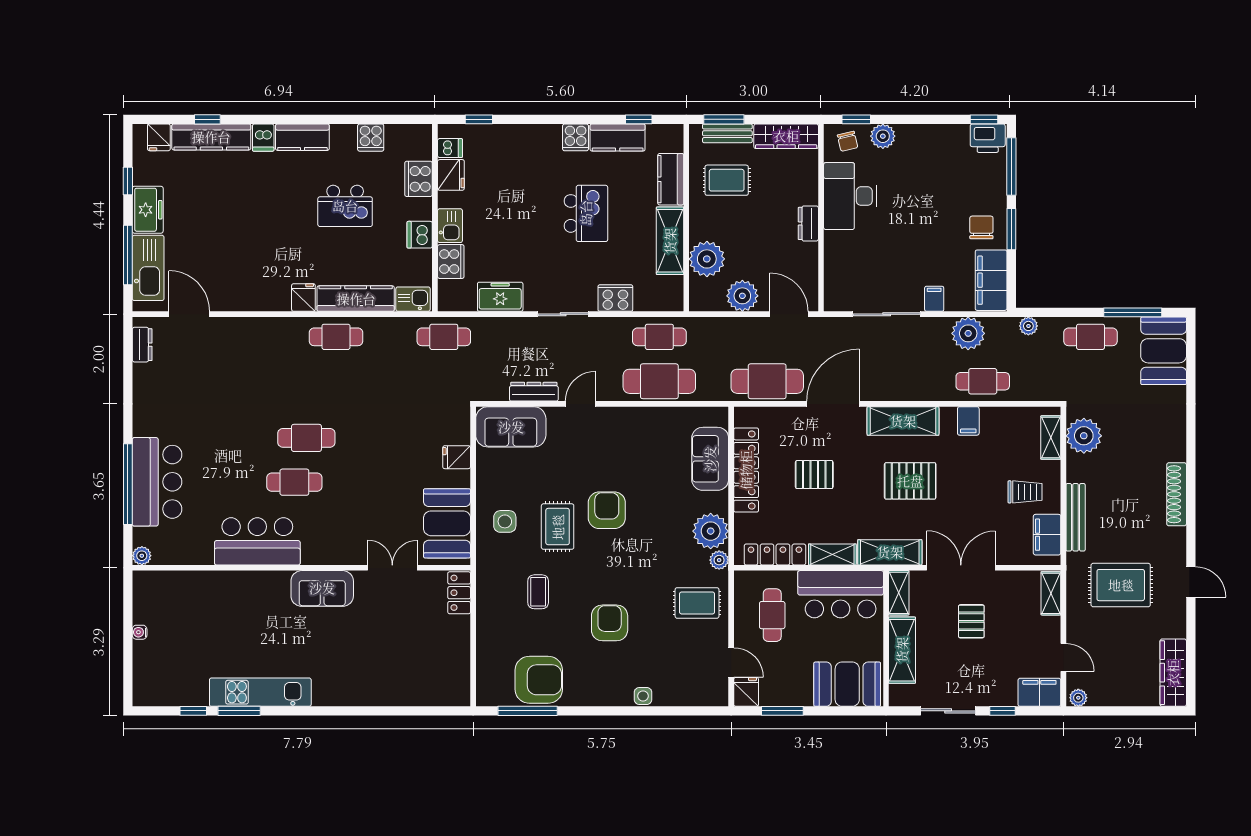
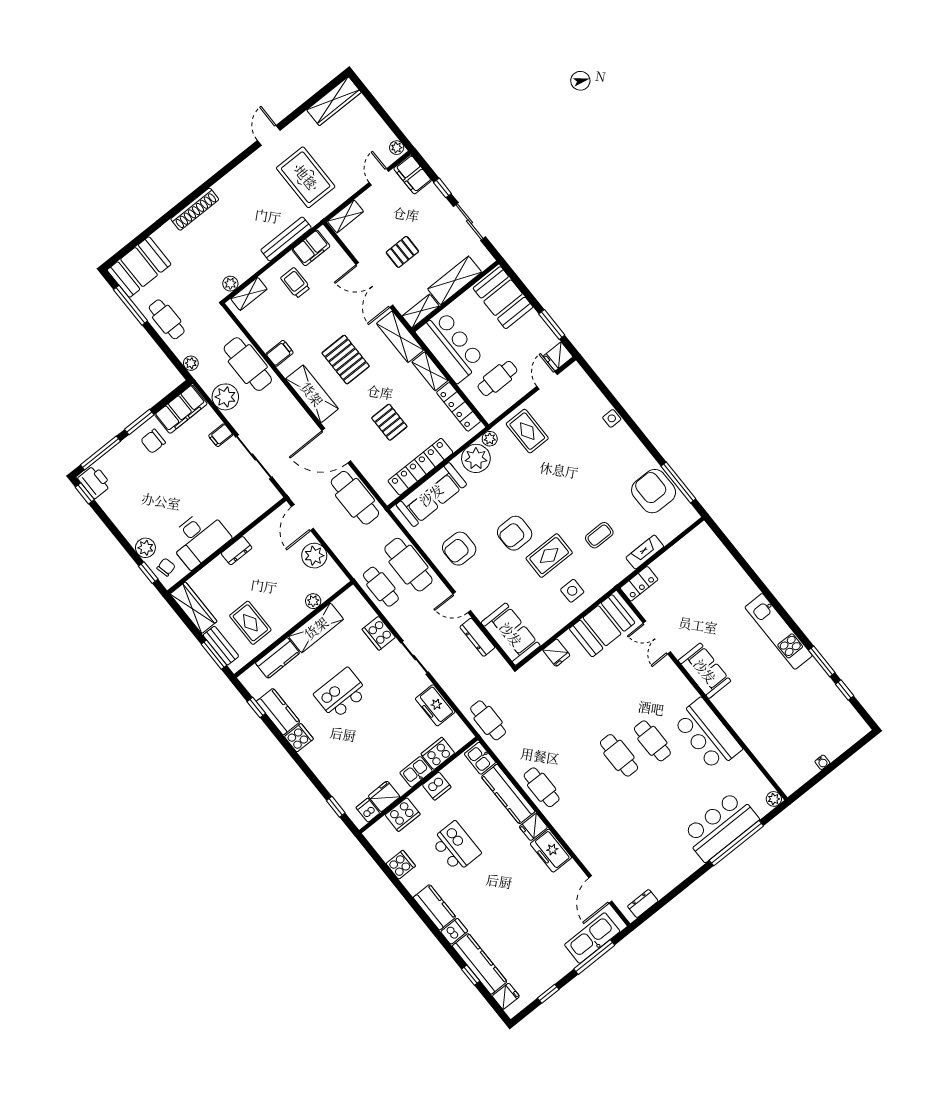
freezer: (148, 210) -> (551, 851), moved, turned -90
plant: (707, 259) -> (313, 601), width x0.53, depth x0.53
cafe table: (983, 381) -> (248, 364), width x1.37, depth x1.35
plant: (1084, 436) -> (230, 284), width x0.53, depth x0.53
sofa: (710, 459) -> (431, 495), width x1.36
shoe rack: (1177, 494) -> (195, 209), moved
fireplace: (486, 623) -> (645, 552), added
armchair: (610, 623) -> (459, 549), moved
kitchen unit: (260, 692) -> (779, 631), moved

